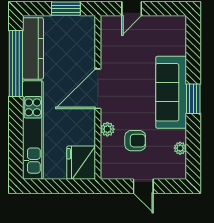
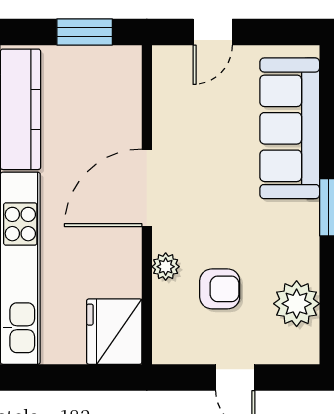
sofa: (171, 92) -> (290, 128), moved
plant: (180, 148) -> (297, 304), width x1.88, depth x1.88

